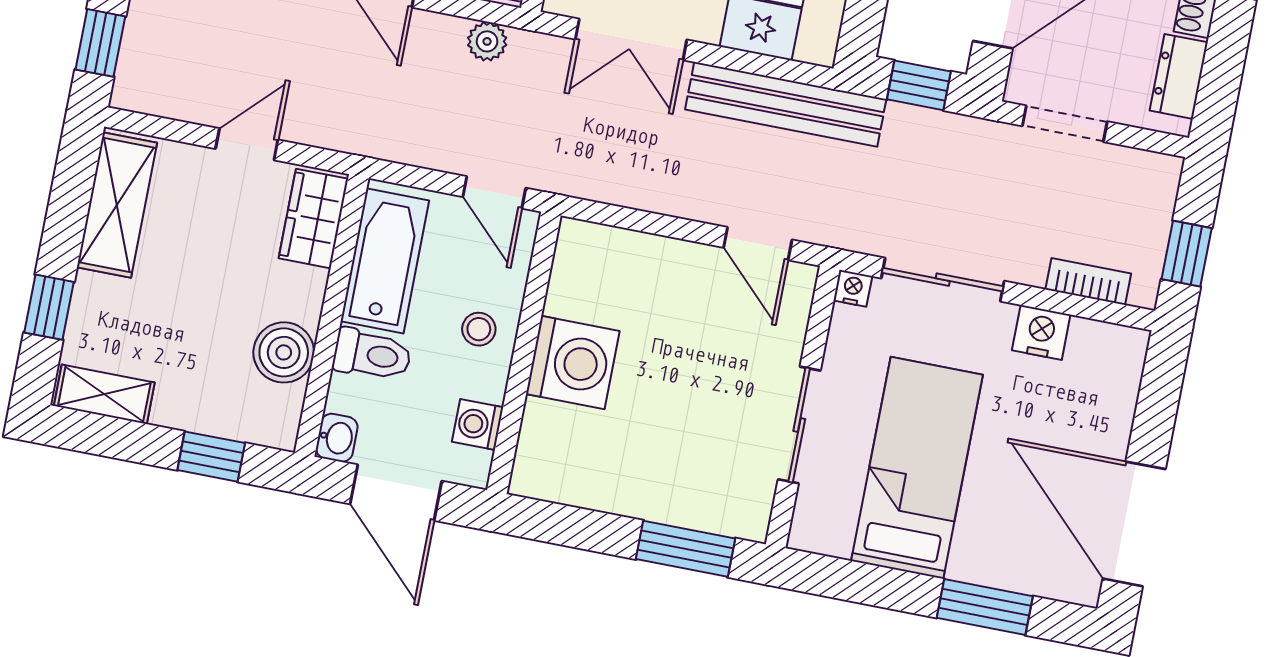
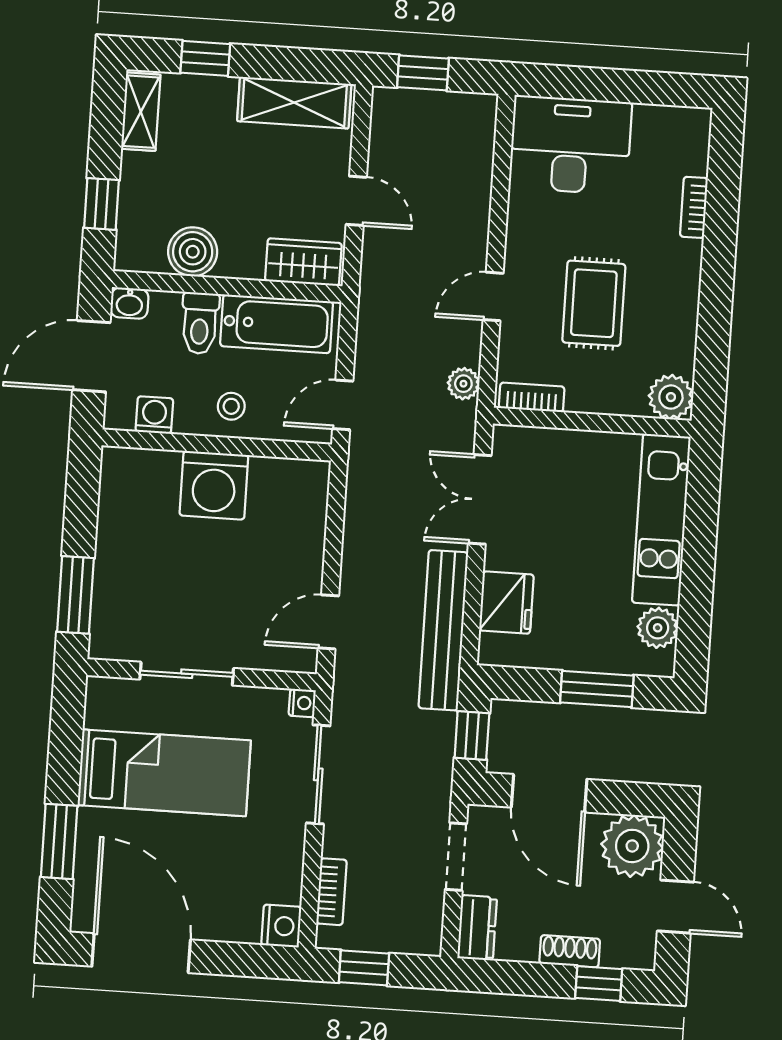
dresser: (1179, 76) -> (477, 928), moved, turned 90
nightstand: (1041, 332) -> (281, 926), moved
door: (1134, 524) -> (141, 953), hinge flipped

